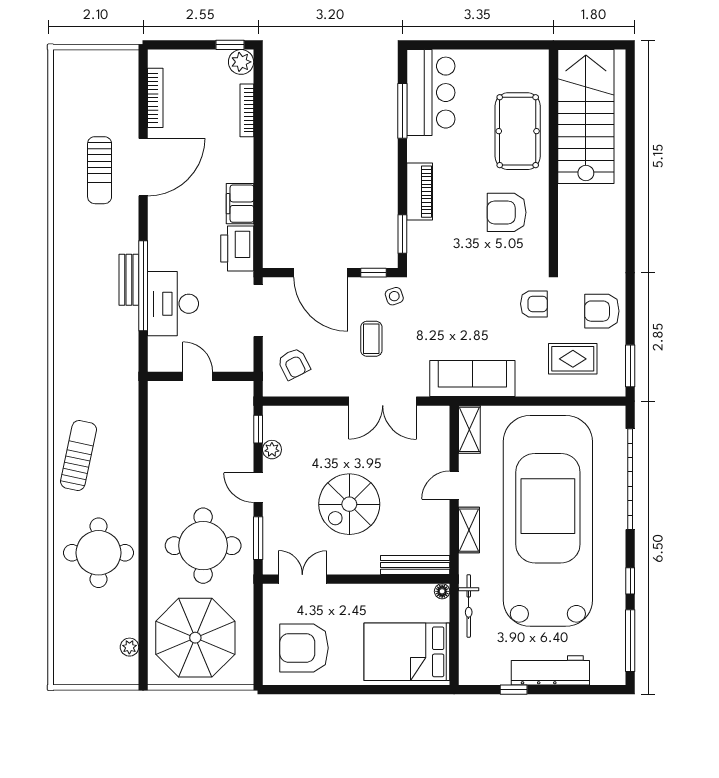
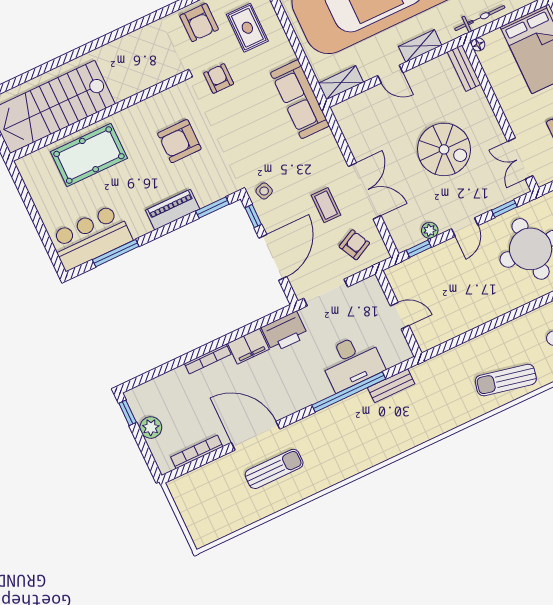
plant: (241, 62) -> (151, 427), moved
bookcase: (247, 110) -> (208, 359), moved
armchair: (507, 212) -> (179, 141), moved, turned 90
bench: (129, 280) -> (391, 386), moved
coffee table: (371, 339) -> (326, 205), moved, turned 90
door: (198, 376) -> (400, 316), swing flipped
double door: (383, 401) -> (365, 191), moved
window: (258, 538) -> (504, 209), width x0.67
bench: (415, 565) -> (464, 68), width x0.73

